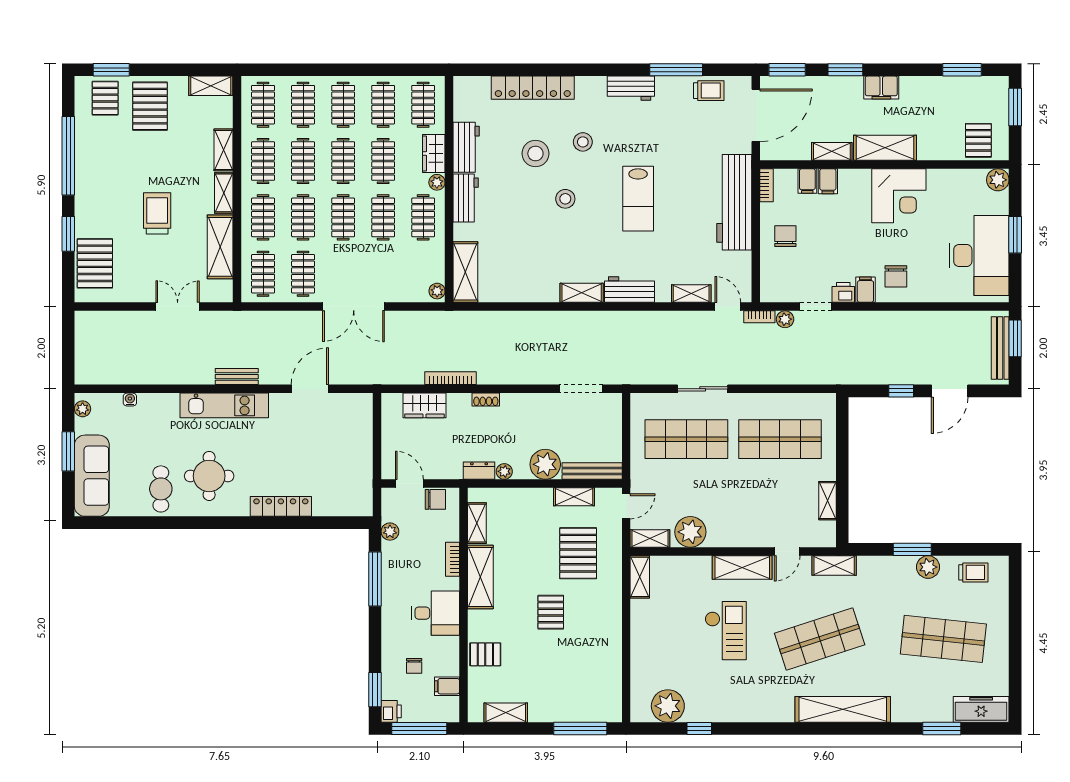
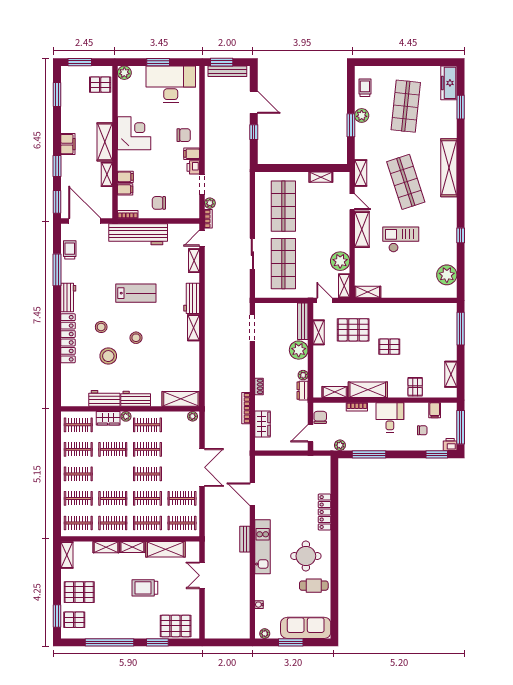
locker: (533, 88) -> (68, 338), moved
clothes rail: (343, 161) -> (113, 474), removed
window: (699, 728) -> (461, 235), moved

